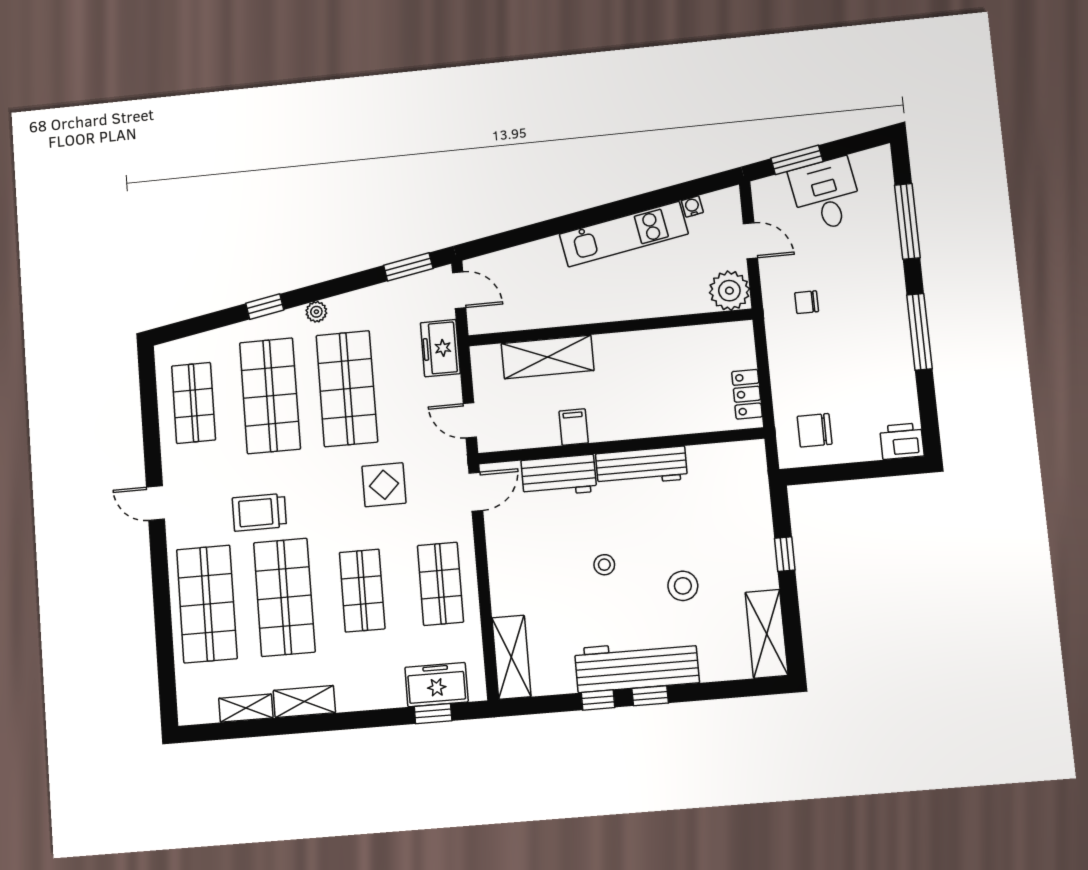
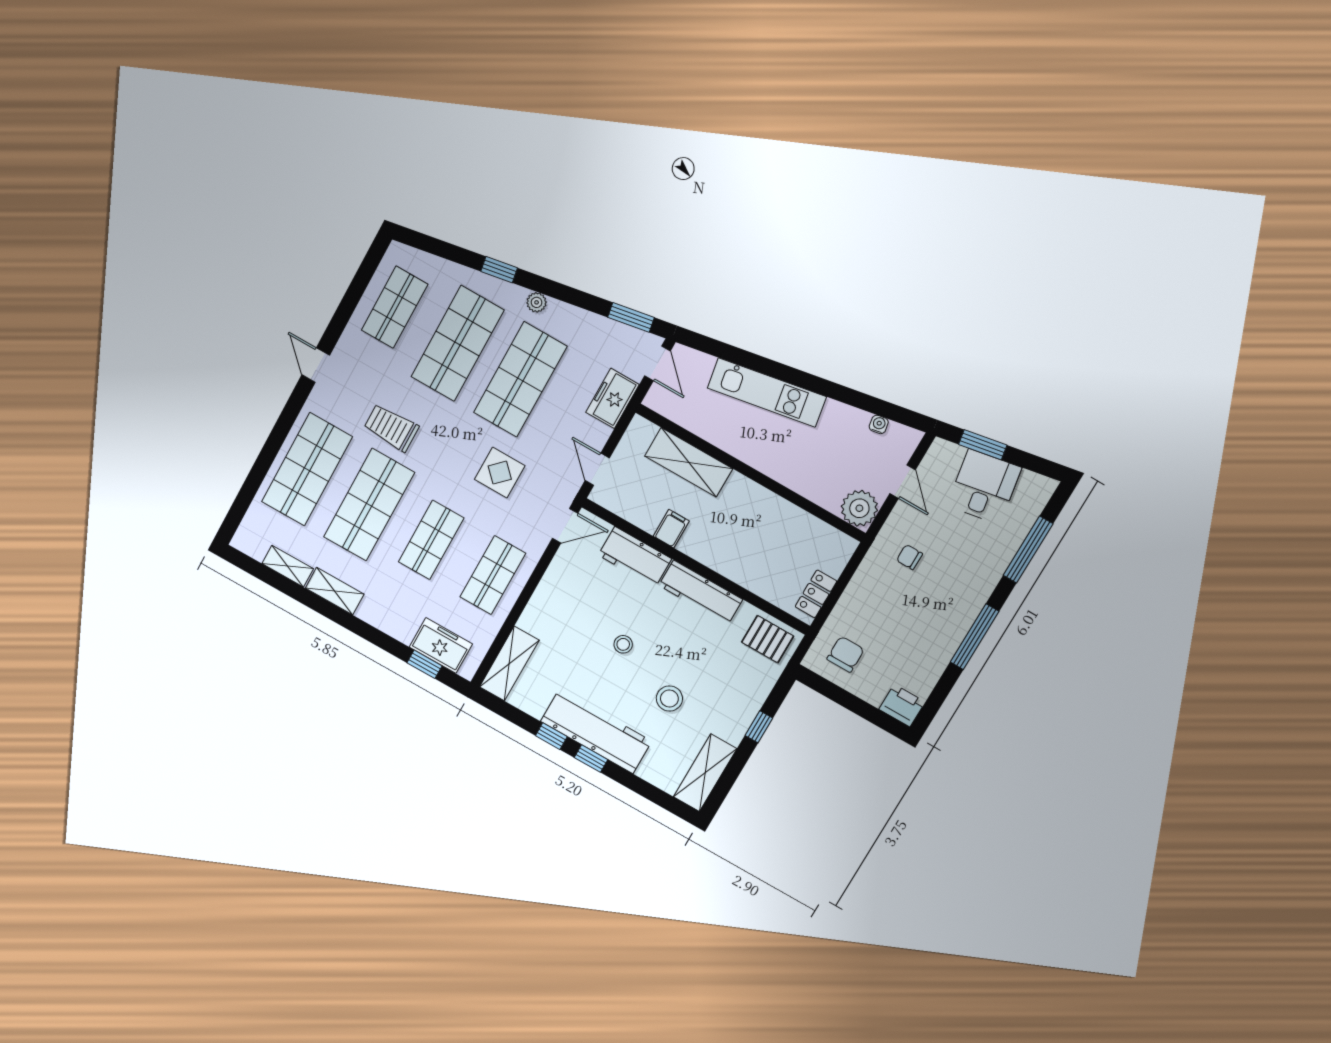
kitchen unit: (624, 234) -> (767, 392), moved
chair: (815, 430) -> (846, 654), turned 90
pallet: (733, 466) -> (768, 639), added

